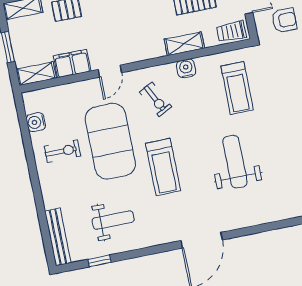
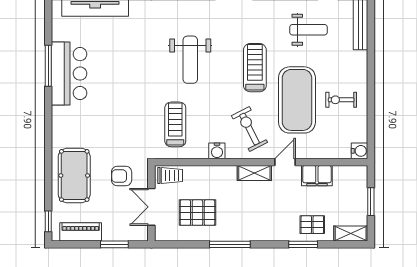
shelving: (184, 44) -> (254, 173), moved
shelving: (36, 74) -> (351, 173), removed
exercise bike: (156, 99) -> (250, 129), width x1.38, depth x1.39
water cooler: (36, 122) -> (360, 151), moved
weight bench: (113, 220) -> (308, 30), turned 180

